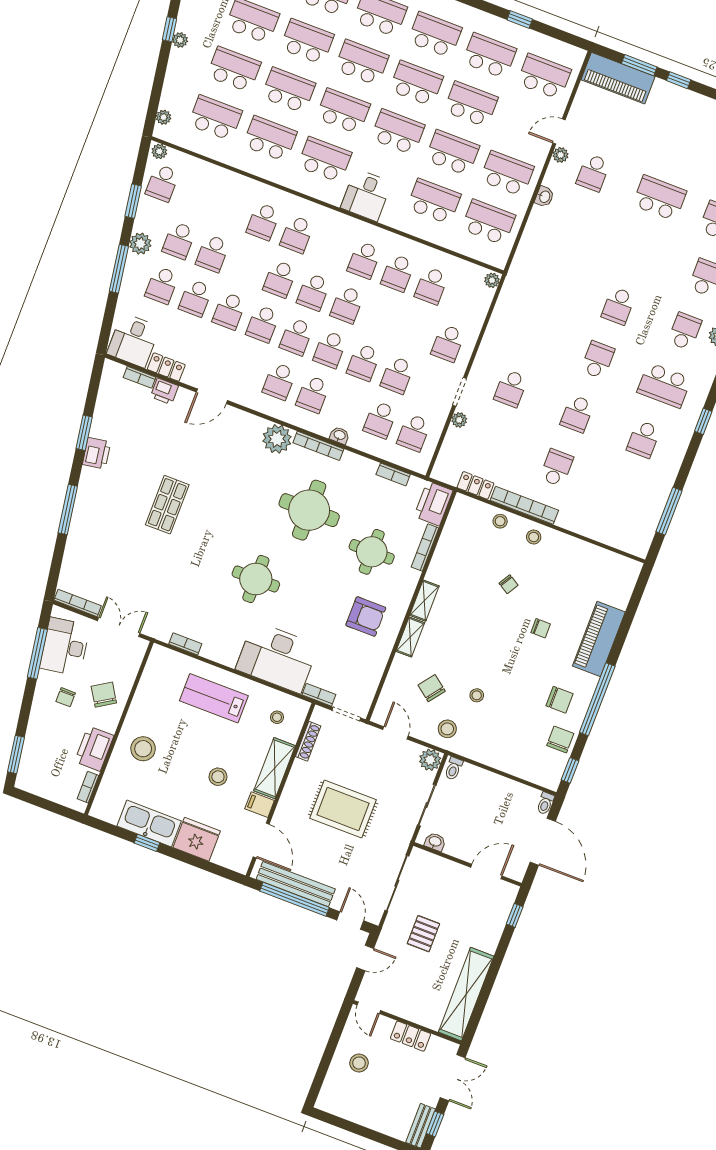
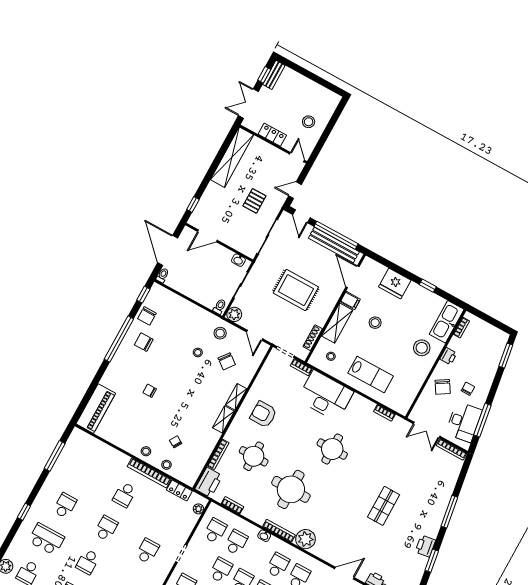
plant: (459, 420) -> (198, 509), moved
chair: (509, 584) -> (176, 442), moved
piano: (599, 639) -> (96, 409), moved
printer: (94, 749) -> (448, 356), width x0.53, depth x0.68
kitchen sink: (149, 823) -> (447, 322), moved, turned 90

